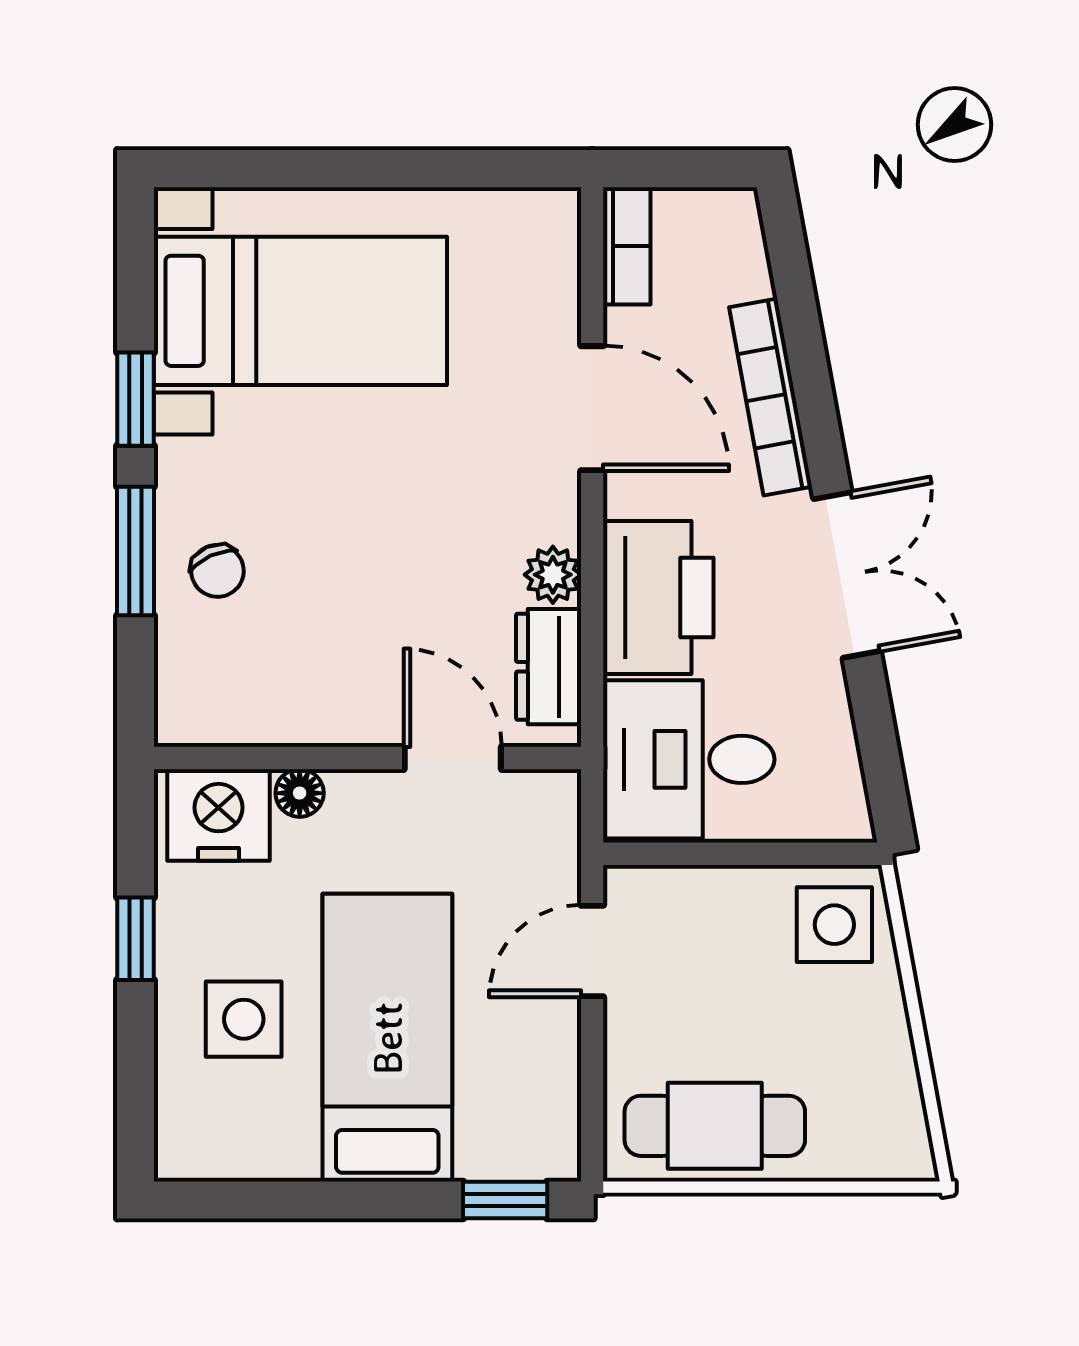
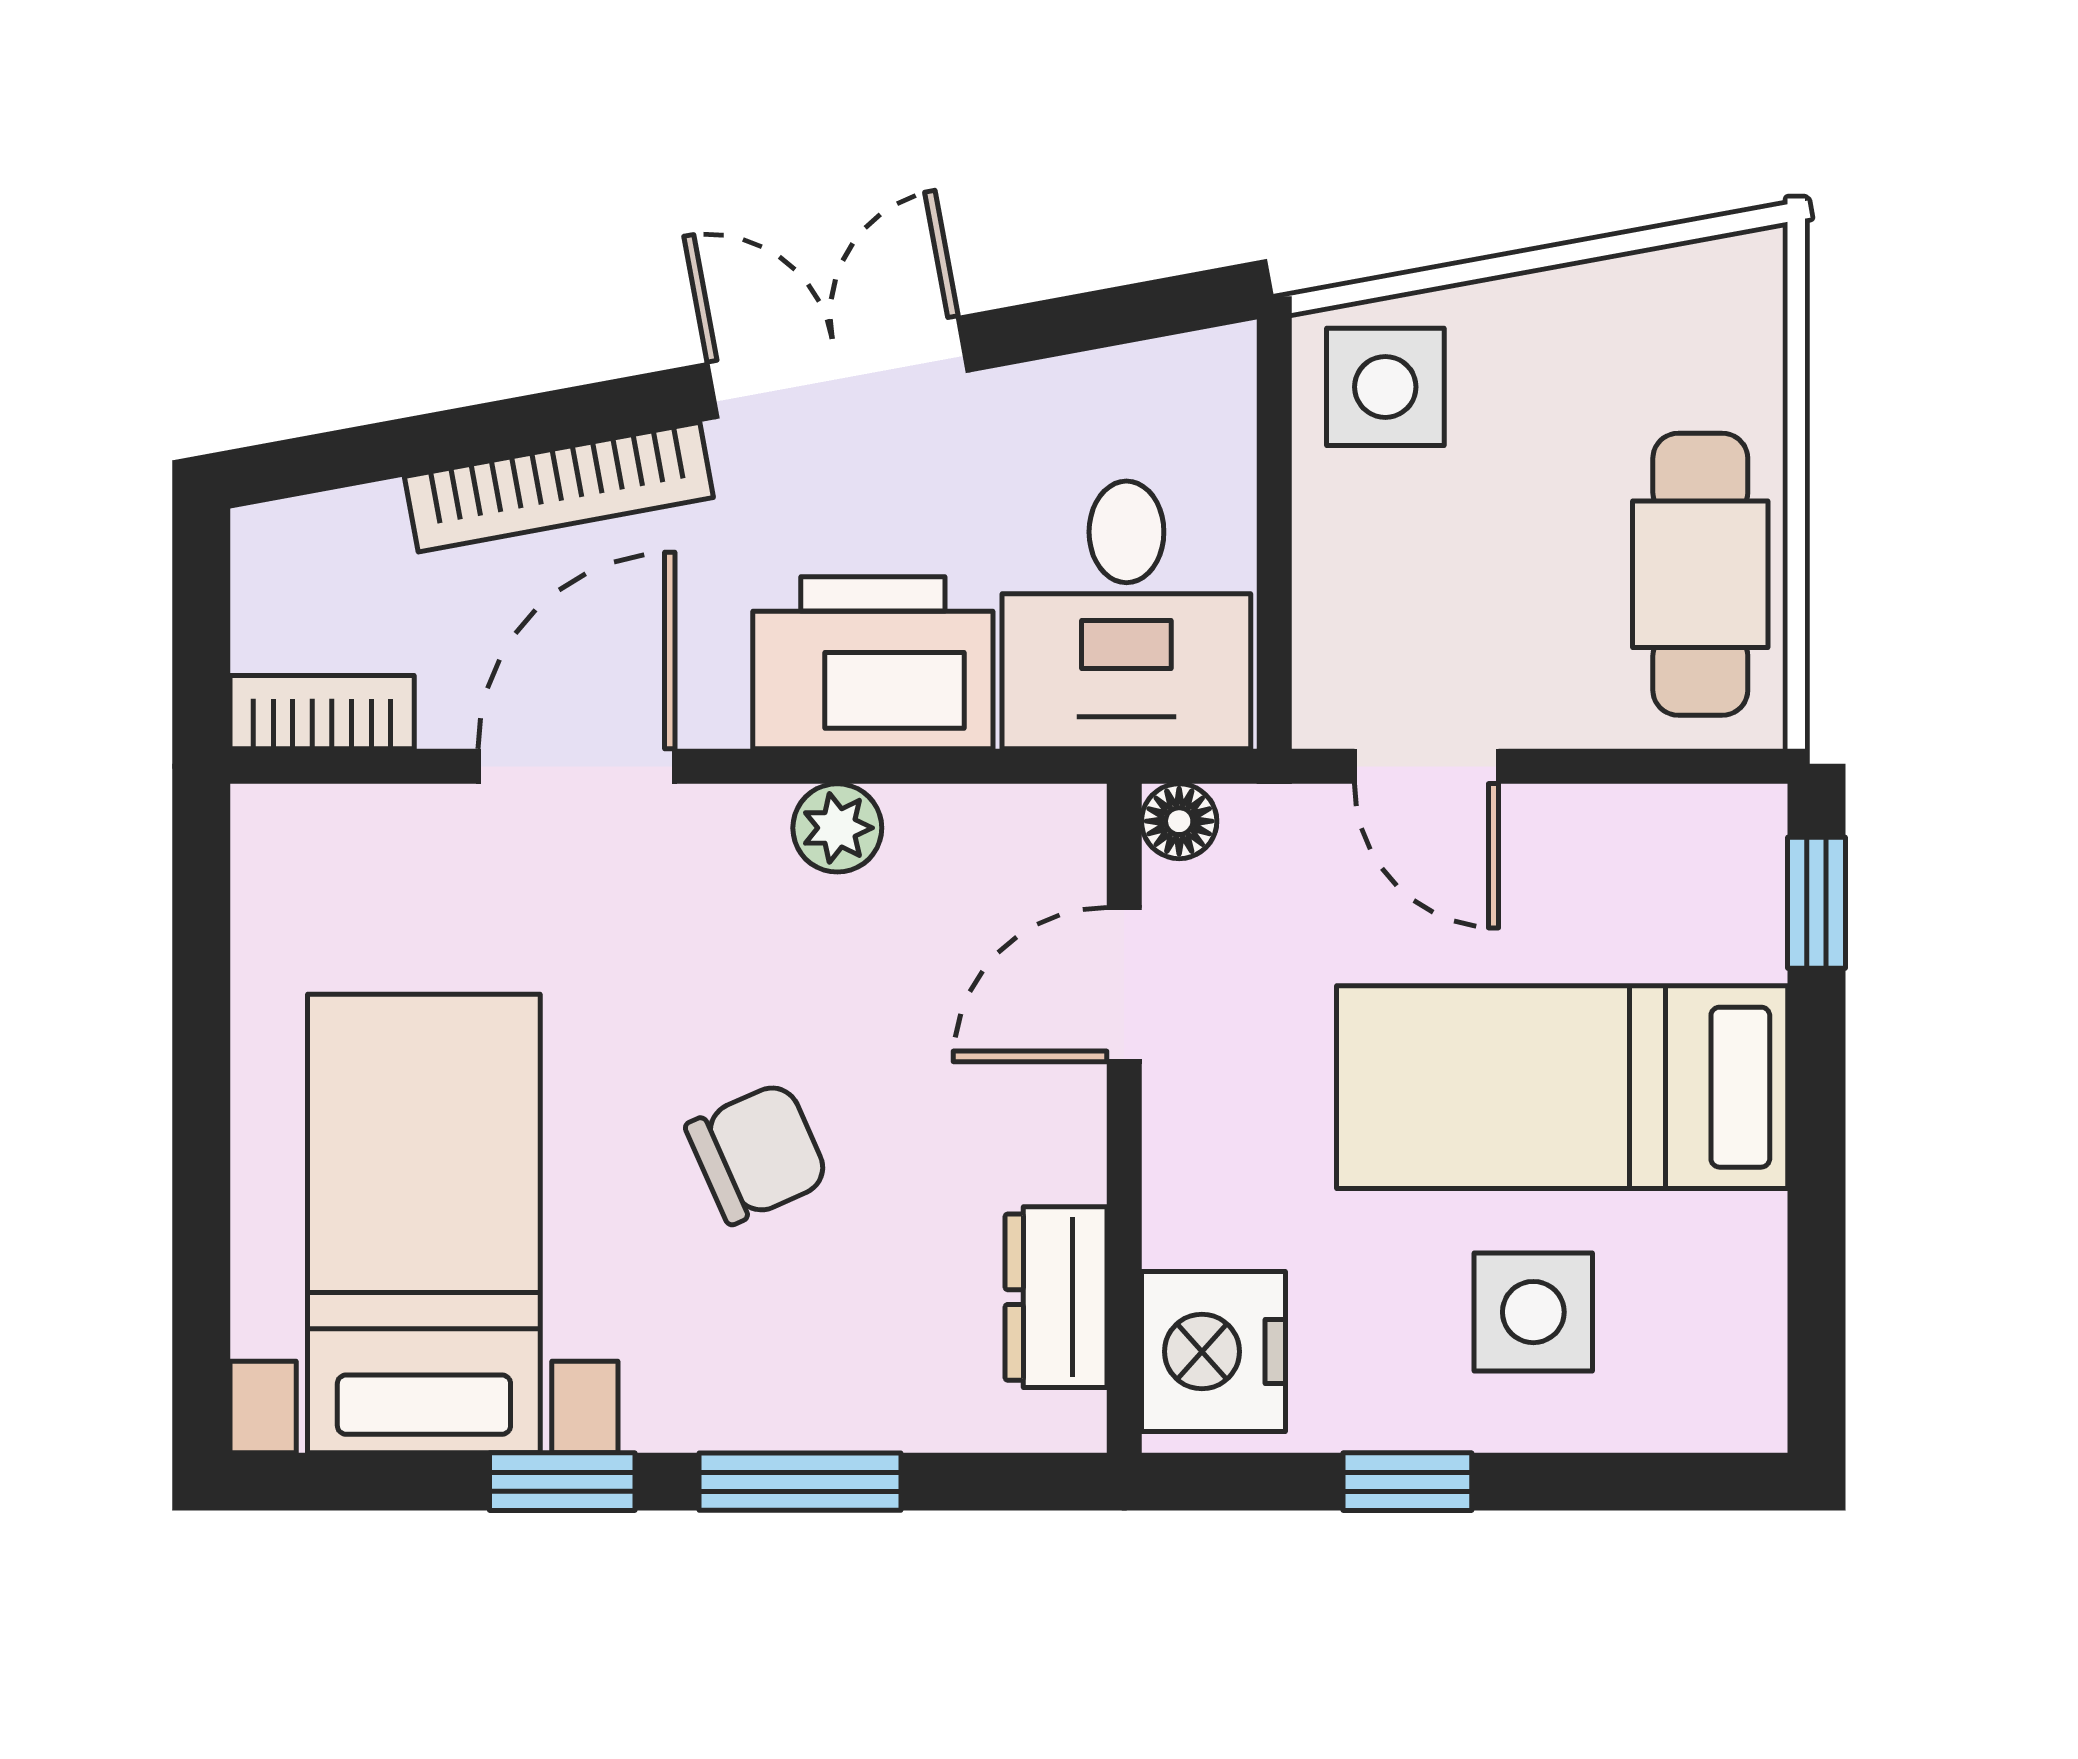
chair: (217, 571) -> (757, 1153), moved, width x1.37, depth x1.37
dresser: (549, 667) -> (1056, 1297), moved, turned 90
floor lamp: (300, 793) -> (1179, 821), moved

